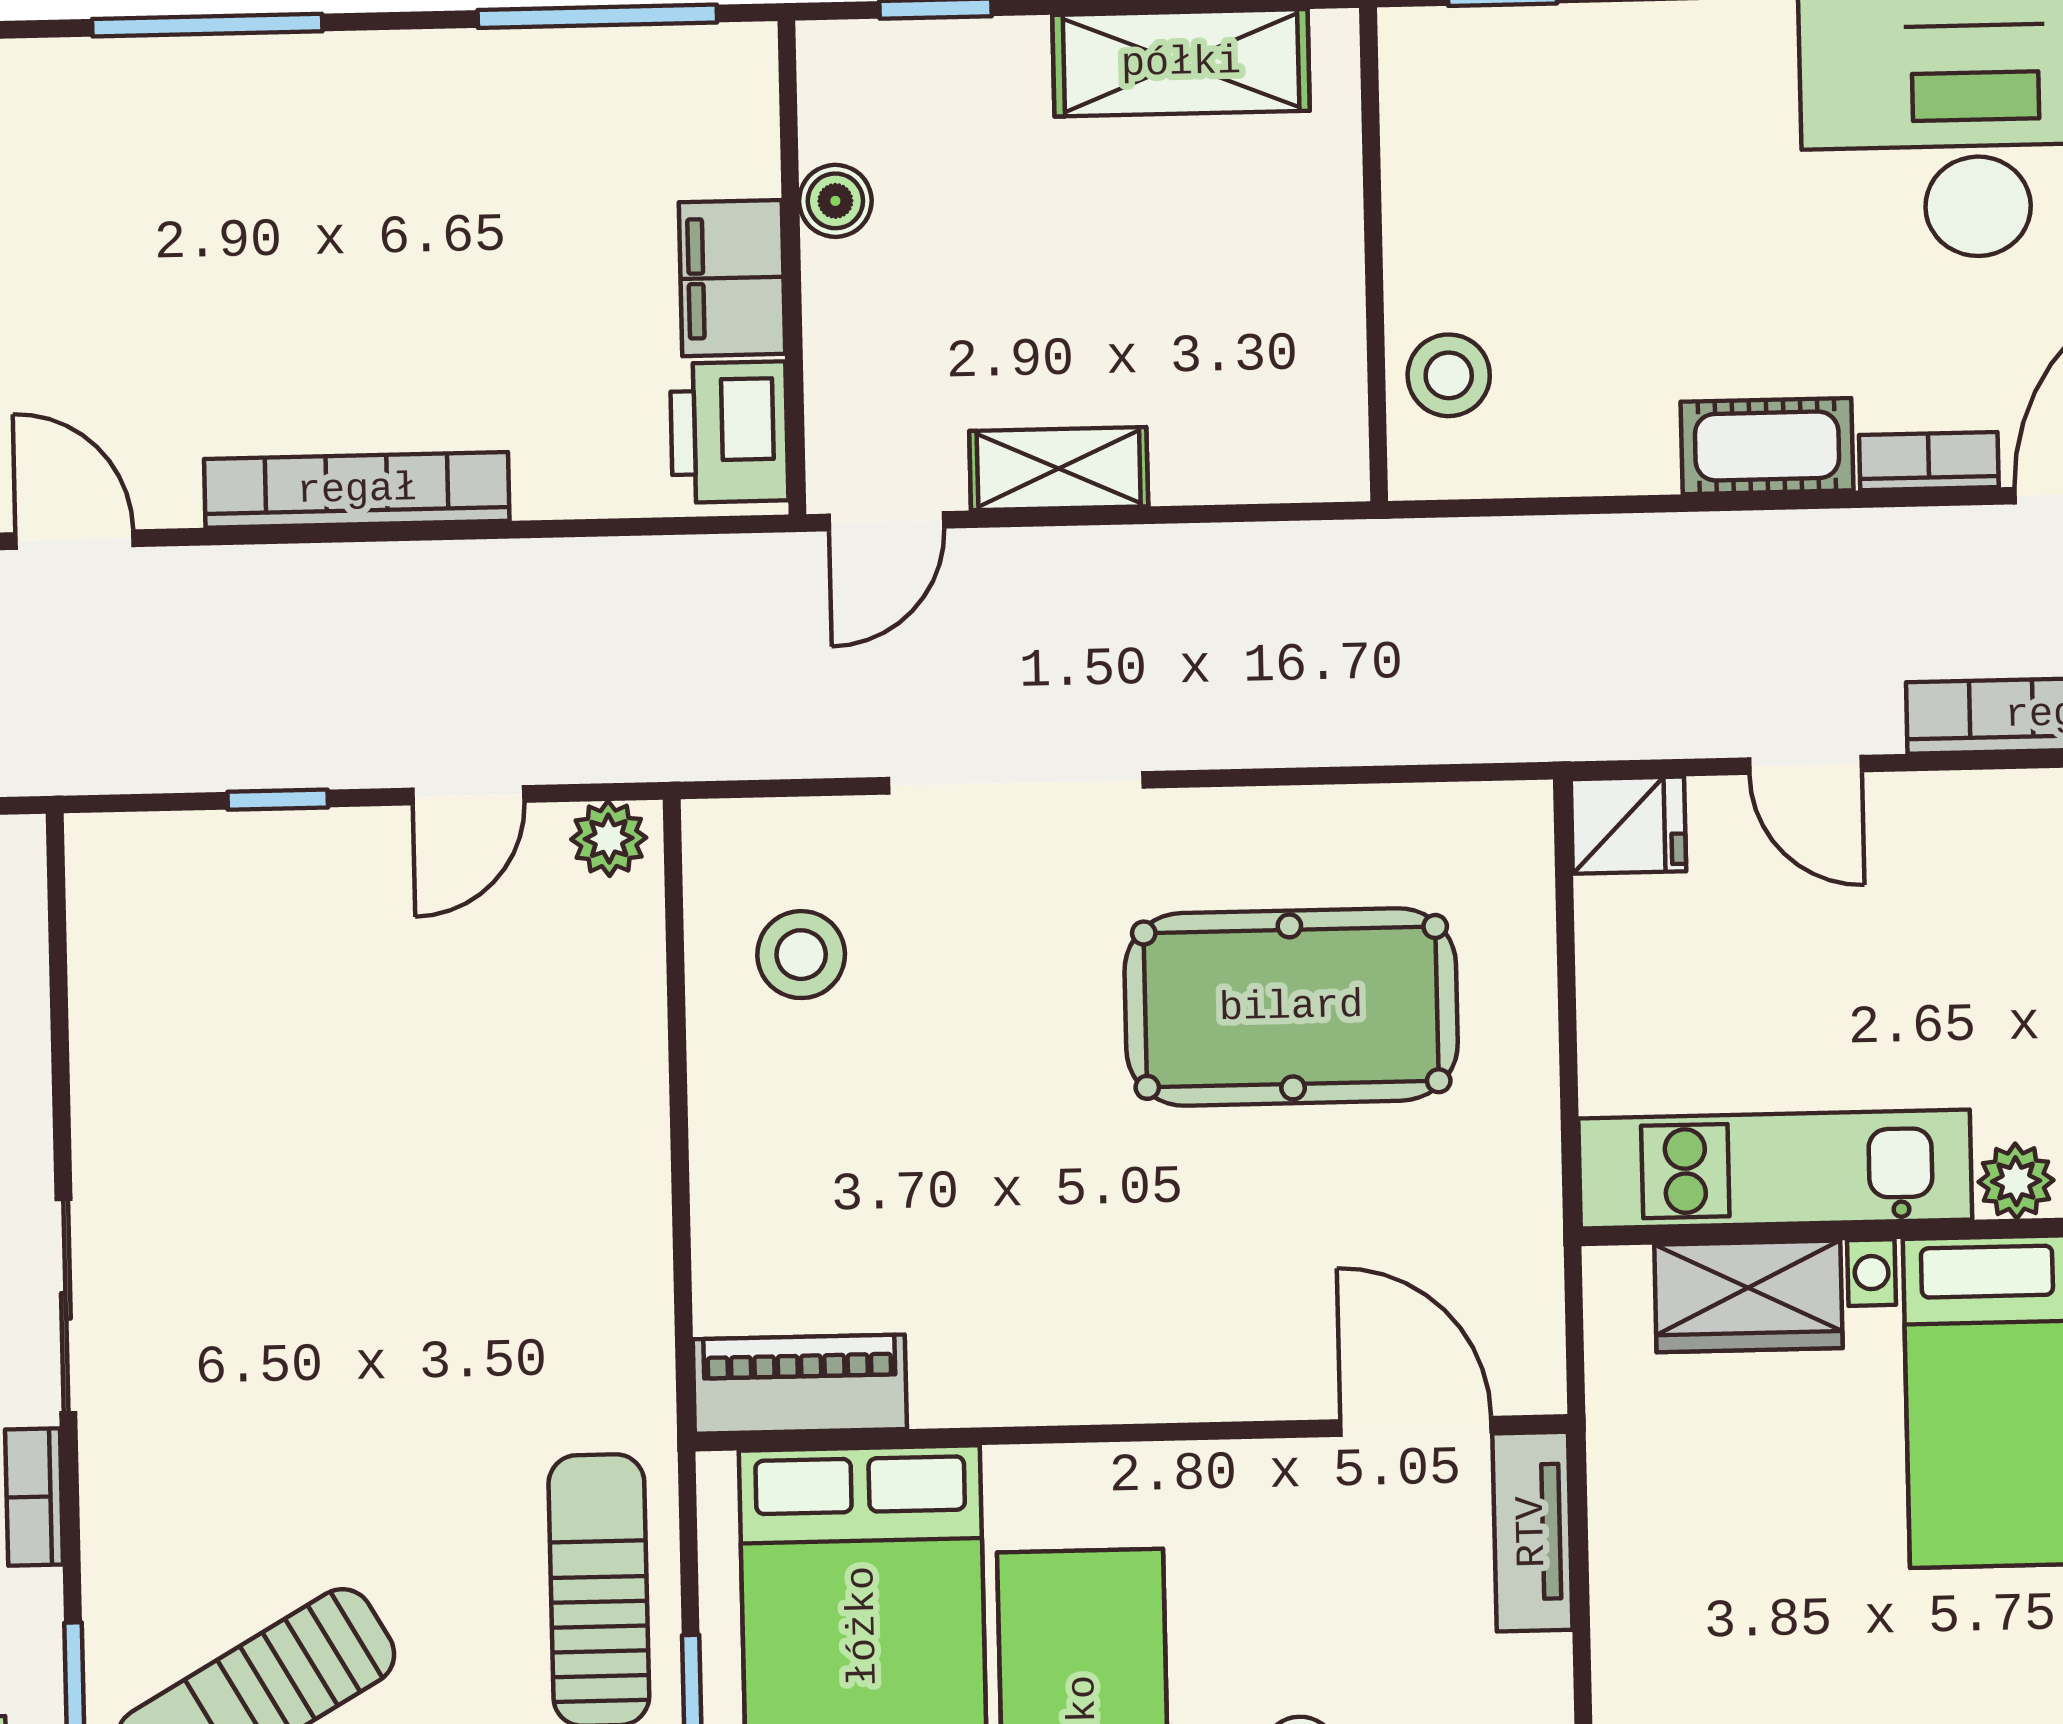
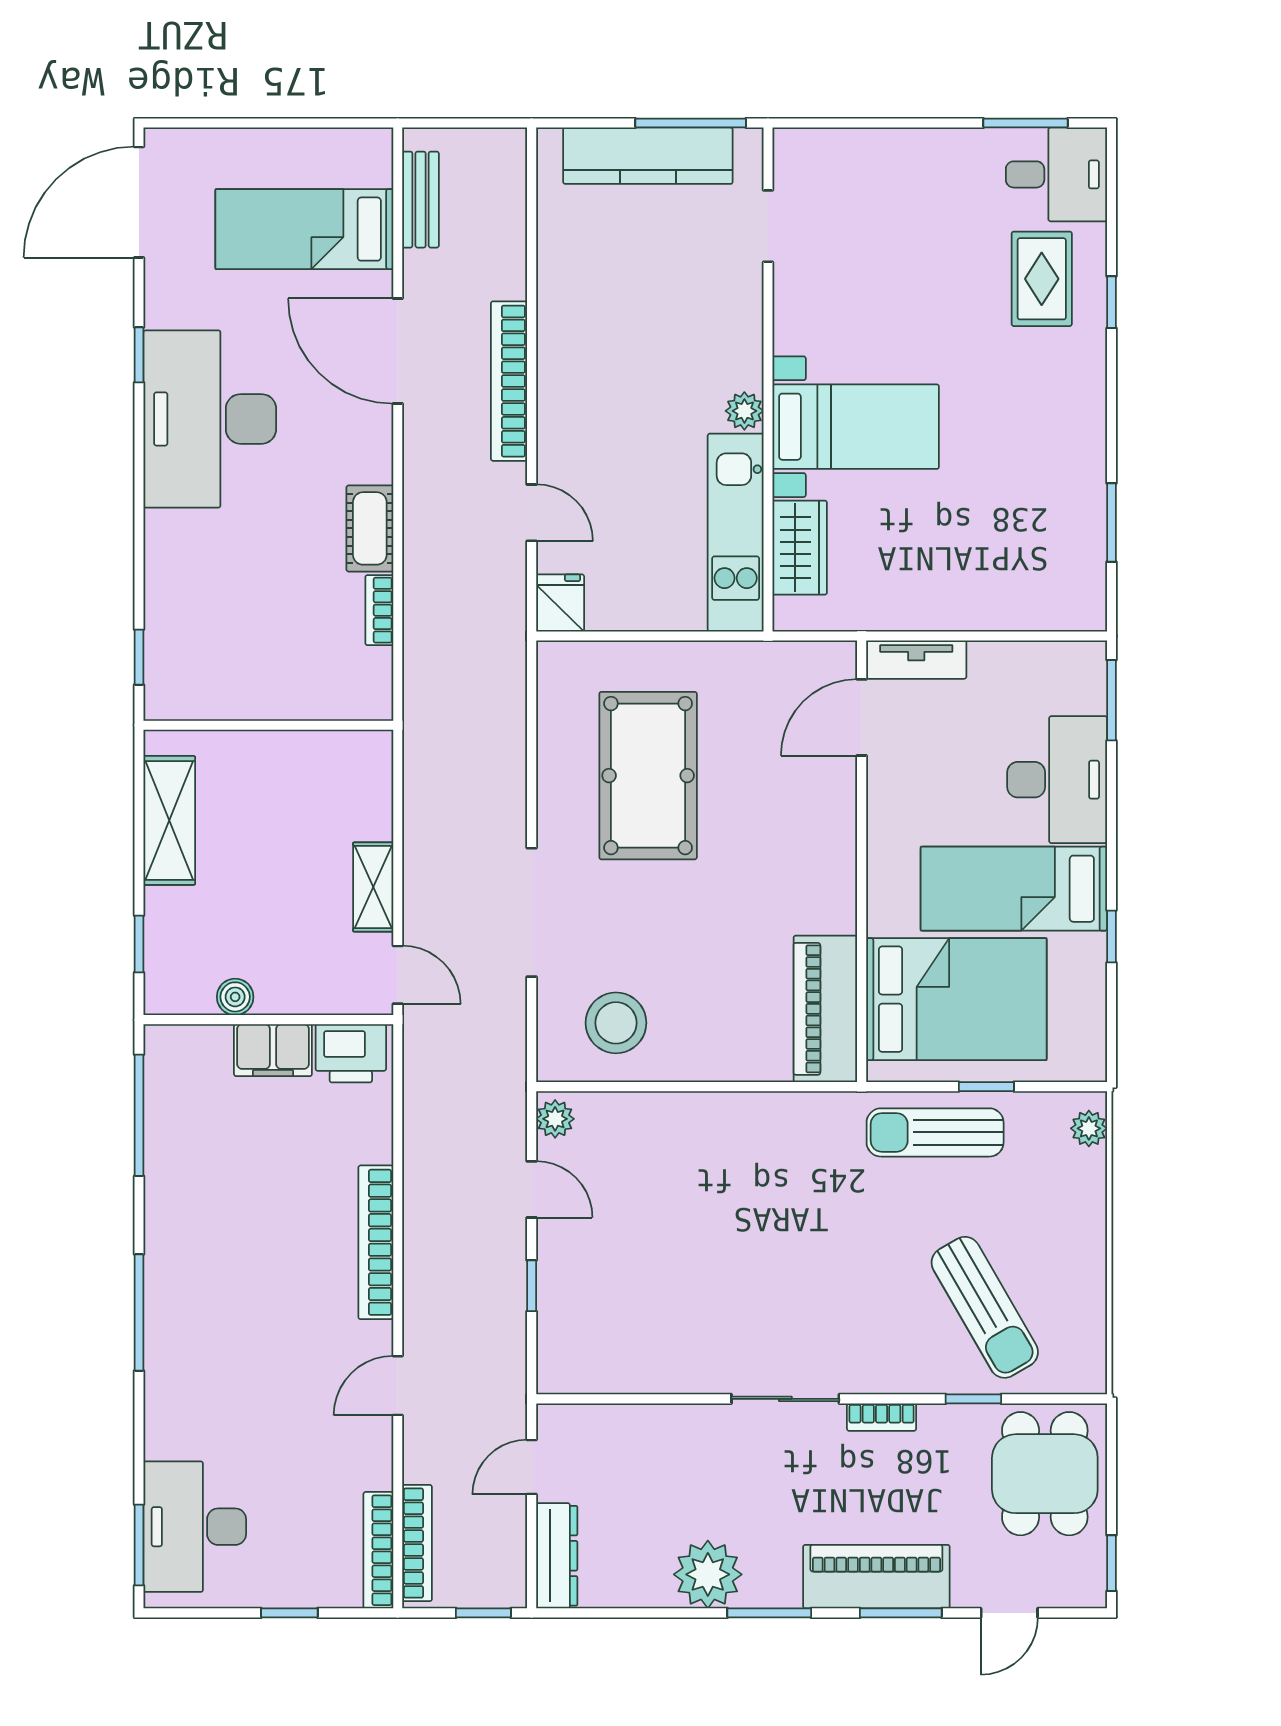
stool: (1449, 375) -> (330, 689), removed
bookcase: (1929, 461) -> (379, 610), moved
door: (1805, 765) -> (532, 513), hinge flipped
stool: (801, 955) -> (616, 1023), width x1.38, depth x1.38
piano: (800, 1384) -> (825, 1009), width x1.37, depth x1.33

